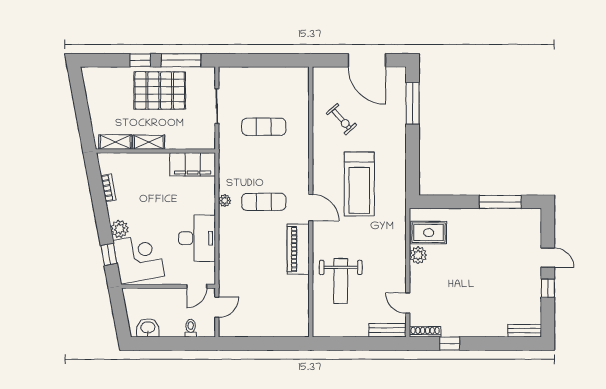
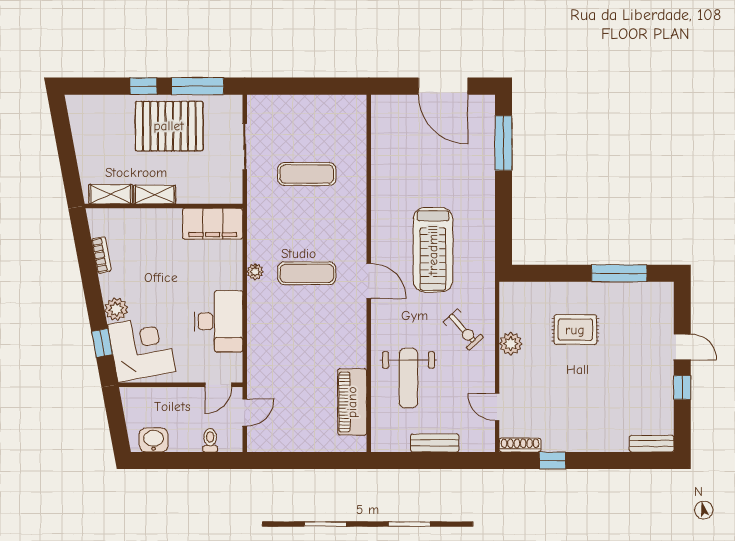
exercise bike: (341, 119) -> (463, 330), moved
rug: (429, 233) -> (575, 330), moved
piano: (298, 249) -> (352, 402), moved
bench: (387, 330) -> (435, 443), moved

